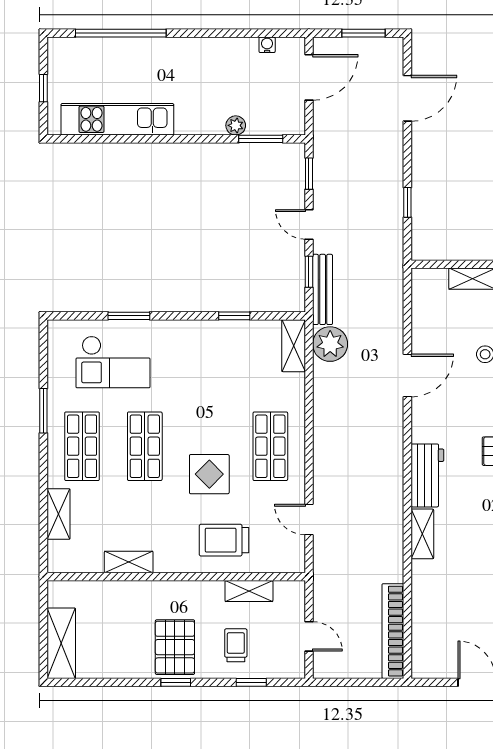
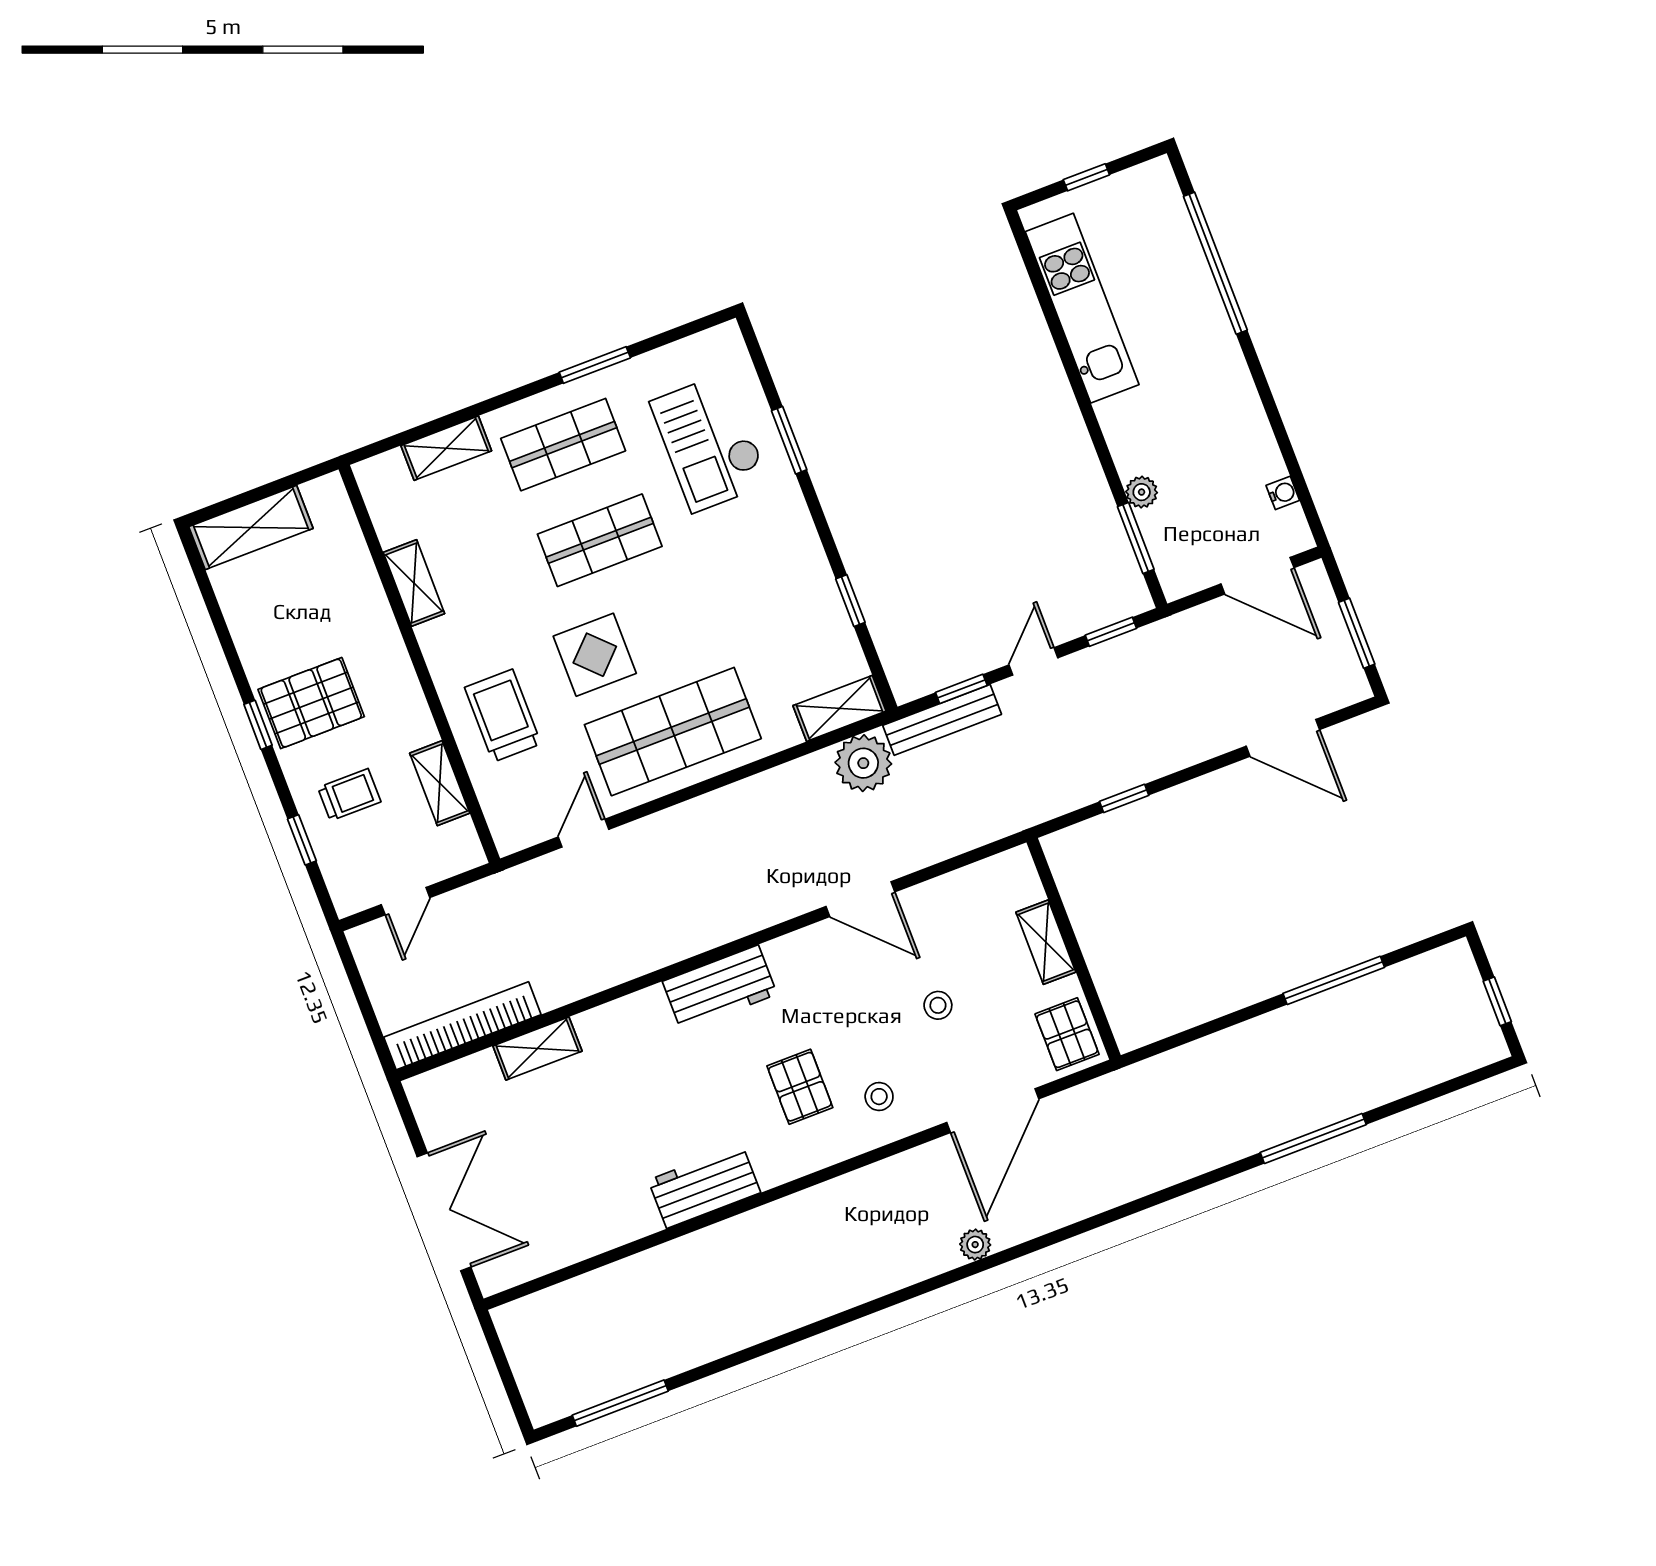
shop shelf: (270, 446) -> (673, 732), width x1.43, depth x1.36
shelving: (422, 534) -> (537, 1049), moved

